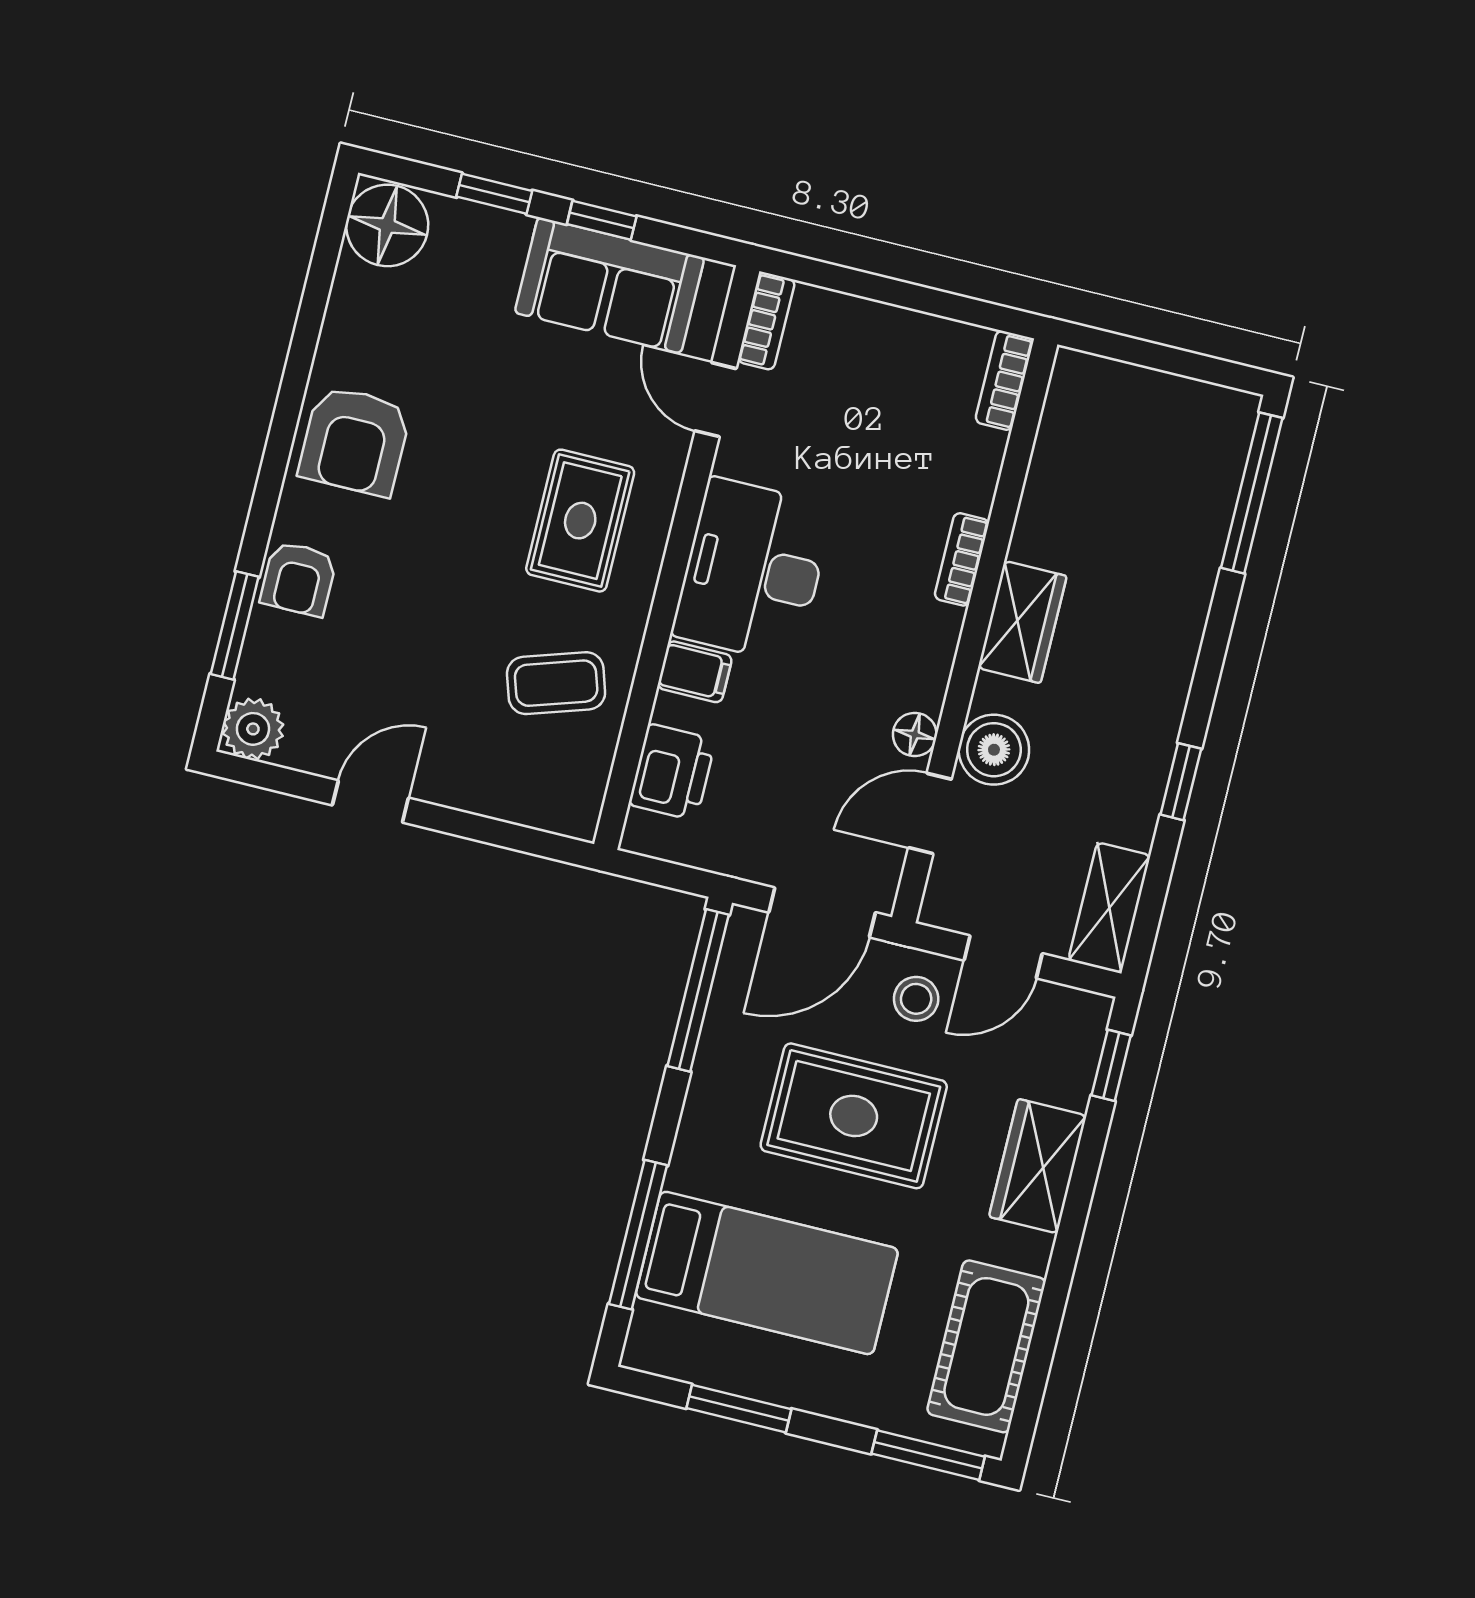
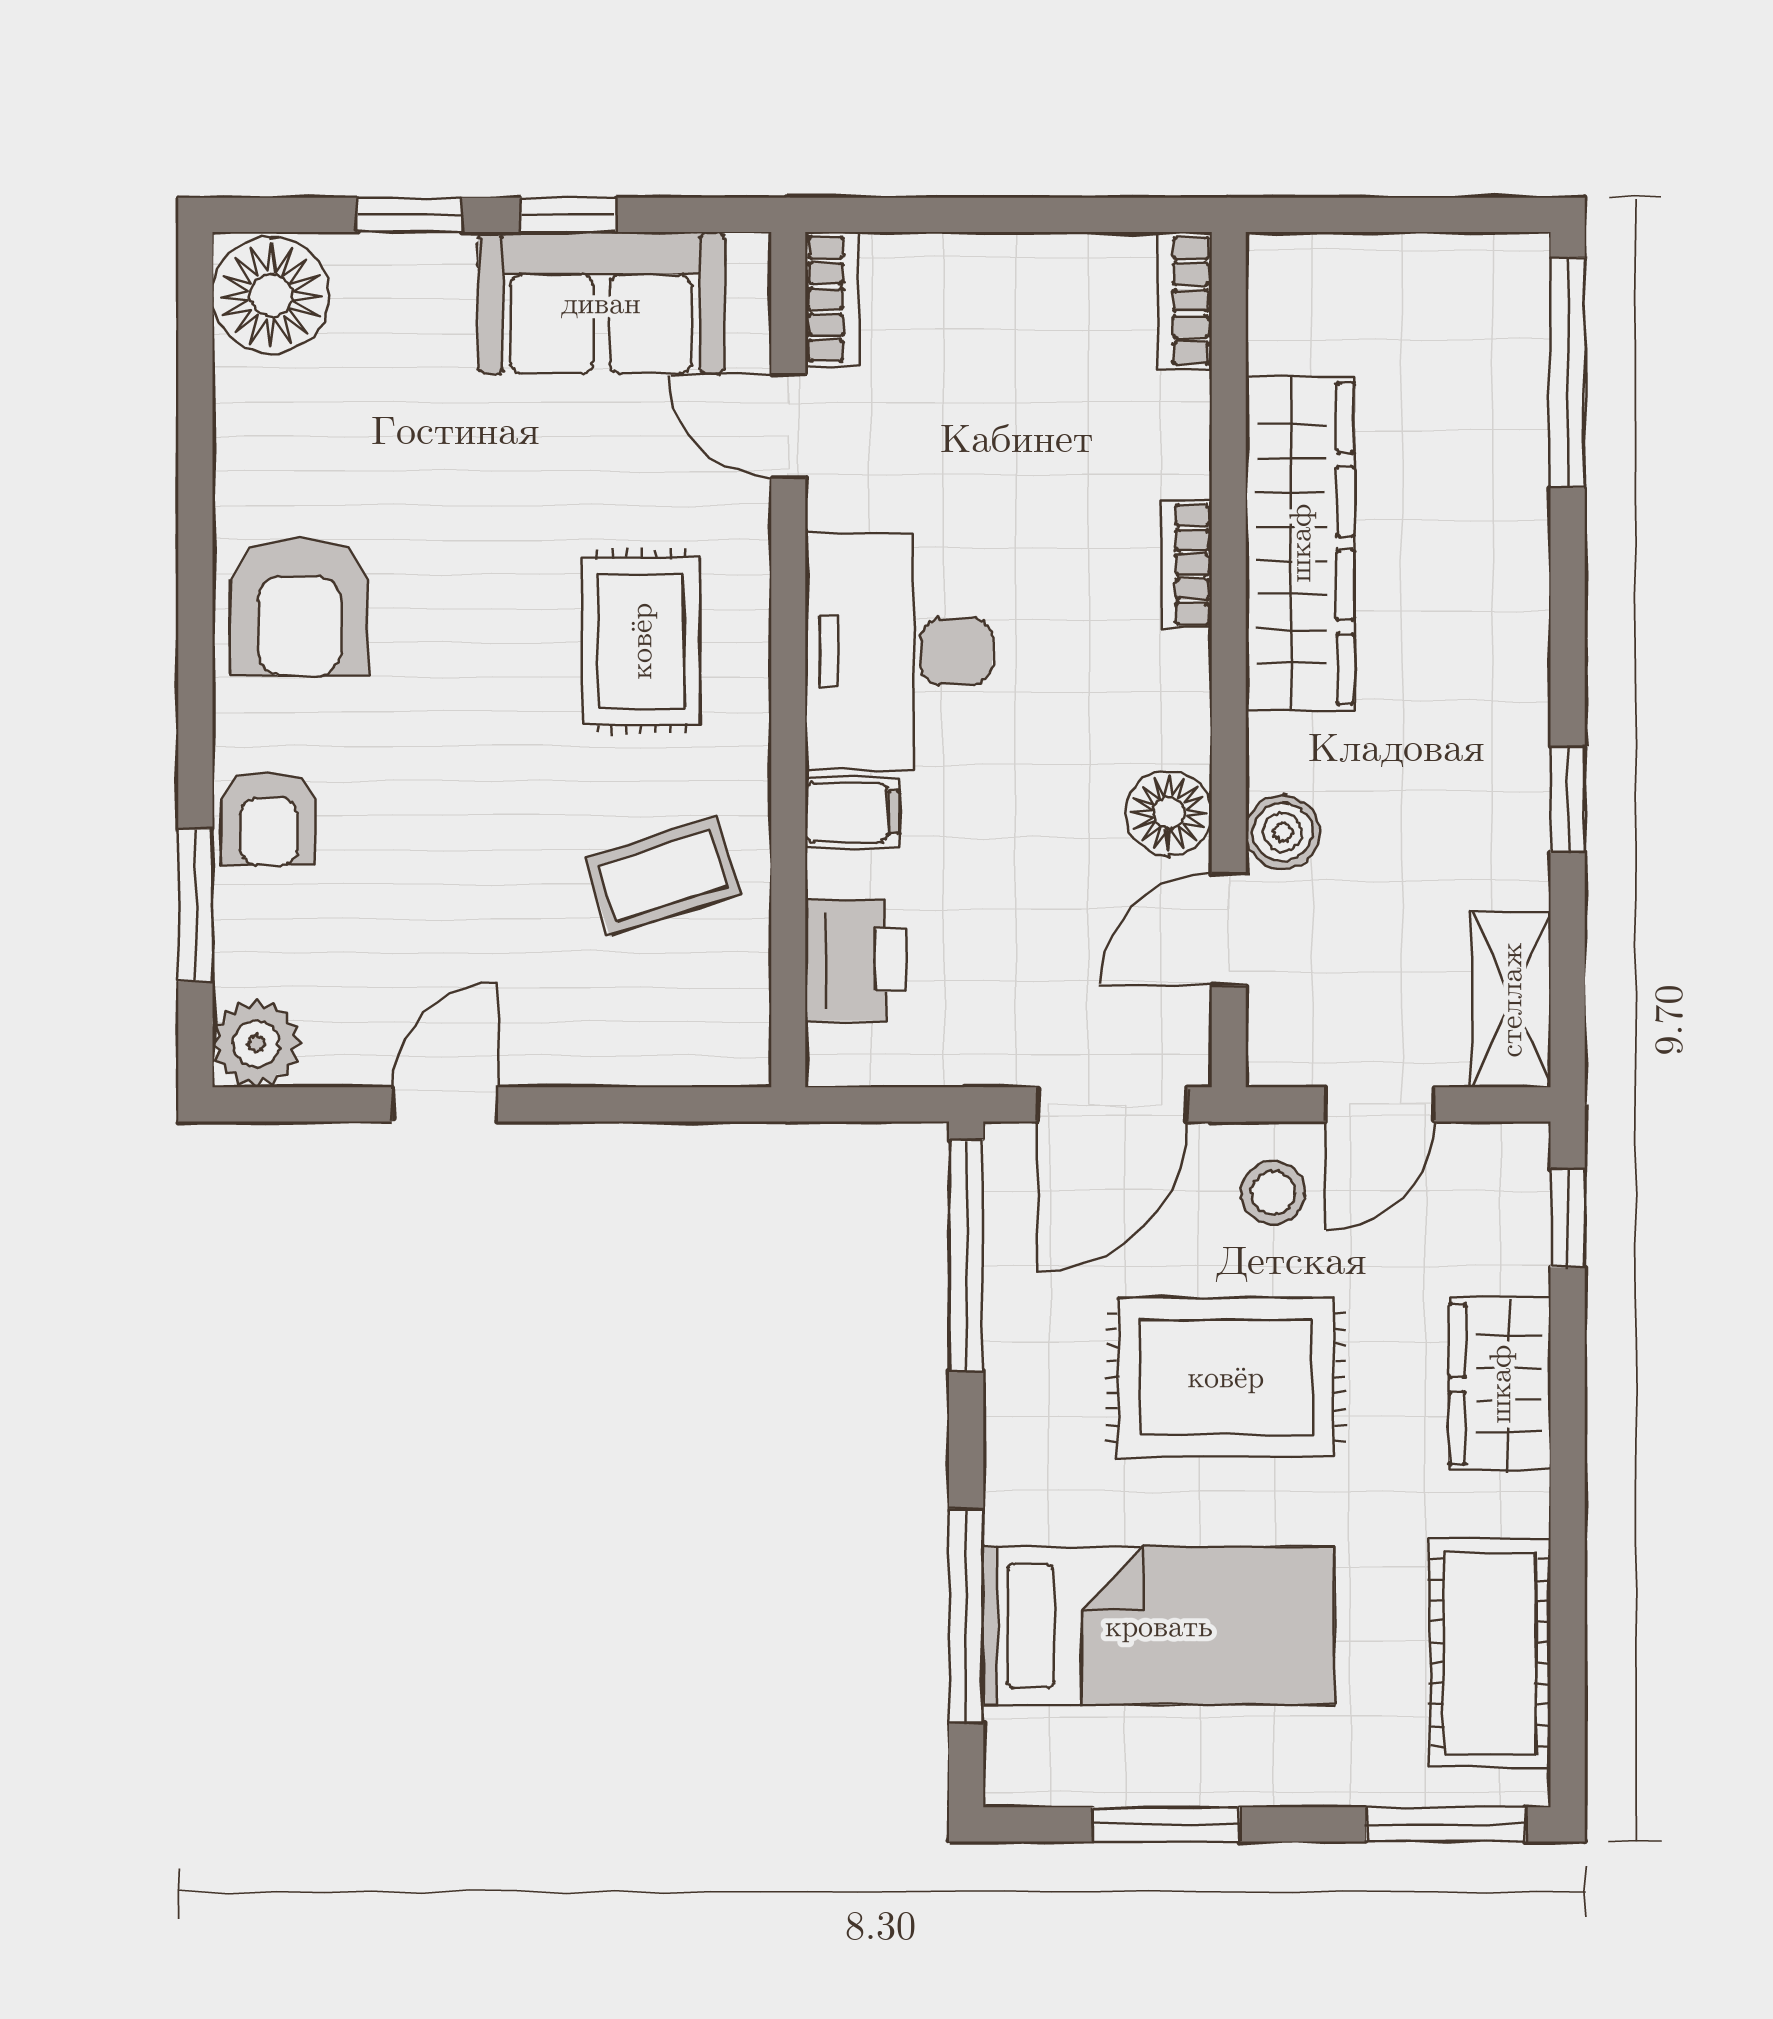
wardrobe: (1022, 622) -> (1300, 543), width x2.10, depth x1.17
floor lamp: (915, 735) -> (1169, 813), width x1.37, depth x1.37
boiler: (994, 750) -> (1283, 832), width x0.73, depth x0.73

